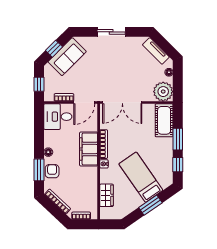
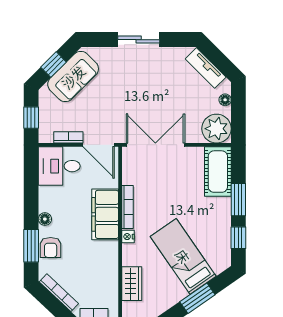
door: (84, 102) -> (99, 145), hinge flipped
double door: (122, 102) -> (155, 145), swing flipped
armchair: (52, 171) -> (51, 247), turned 180

